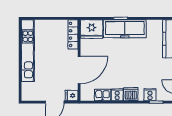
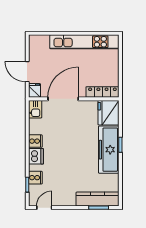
door: (79, 70) -> (63, 99), swing flipped
kitchen sink: (103, 95) -> (35, 109), moved

